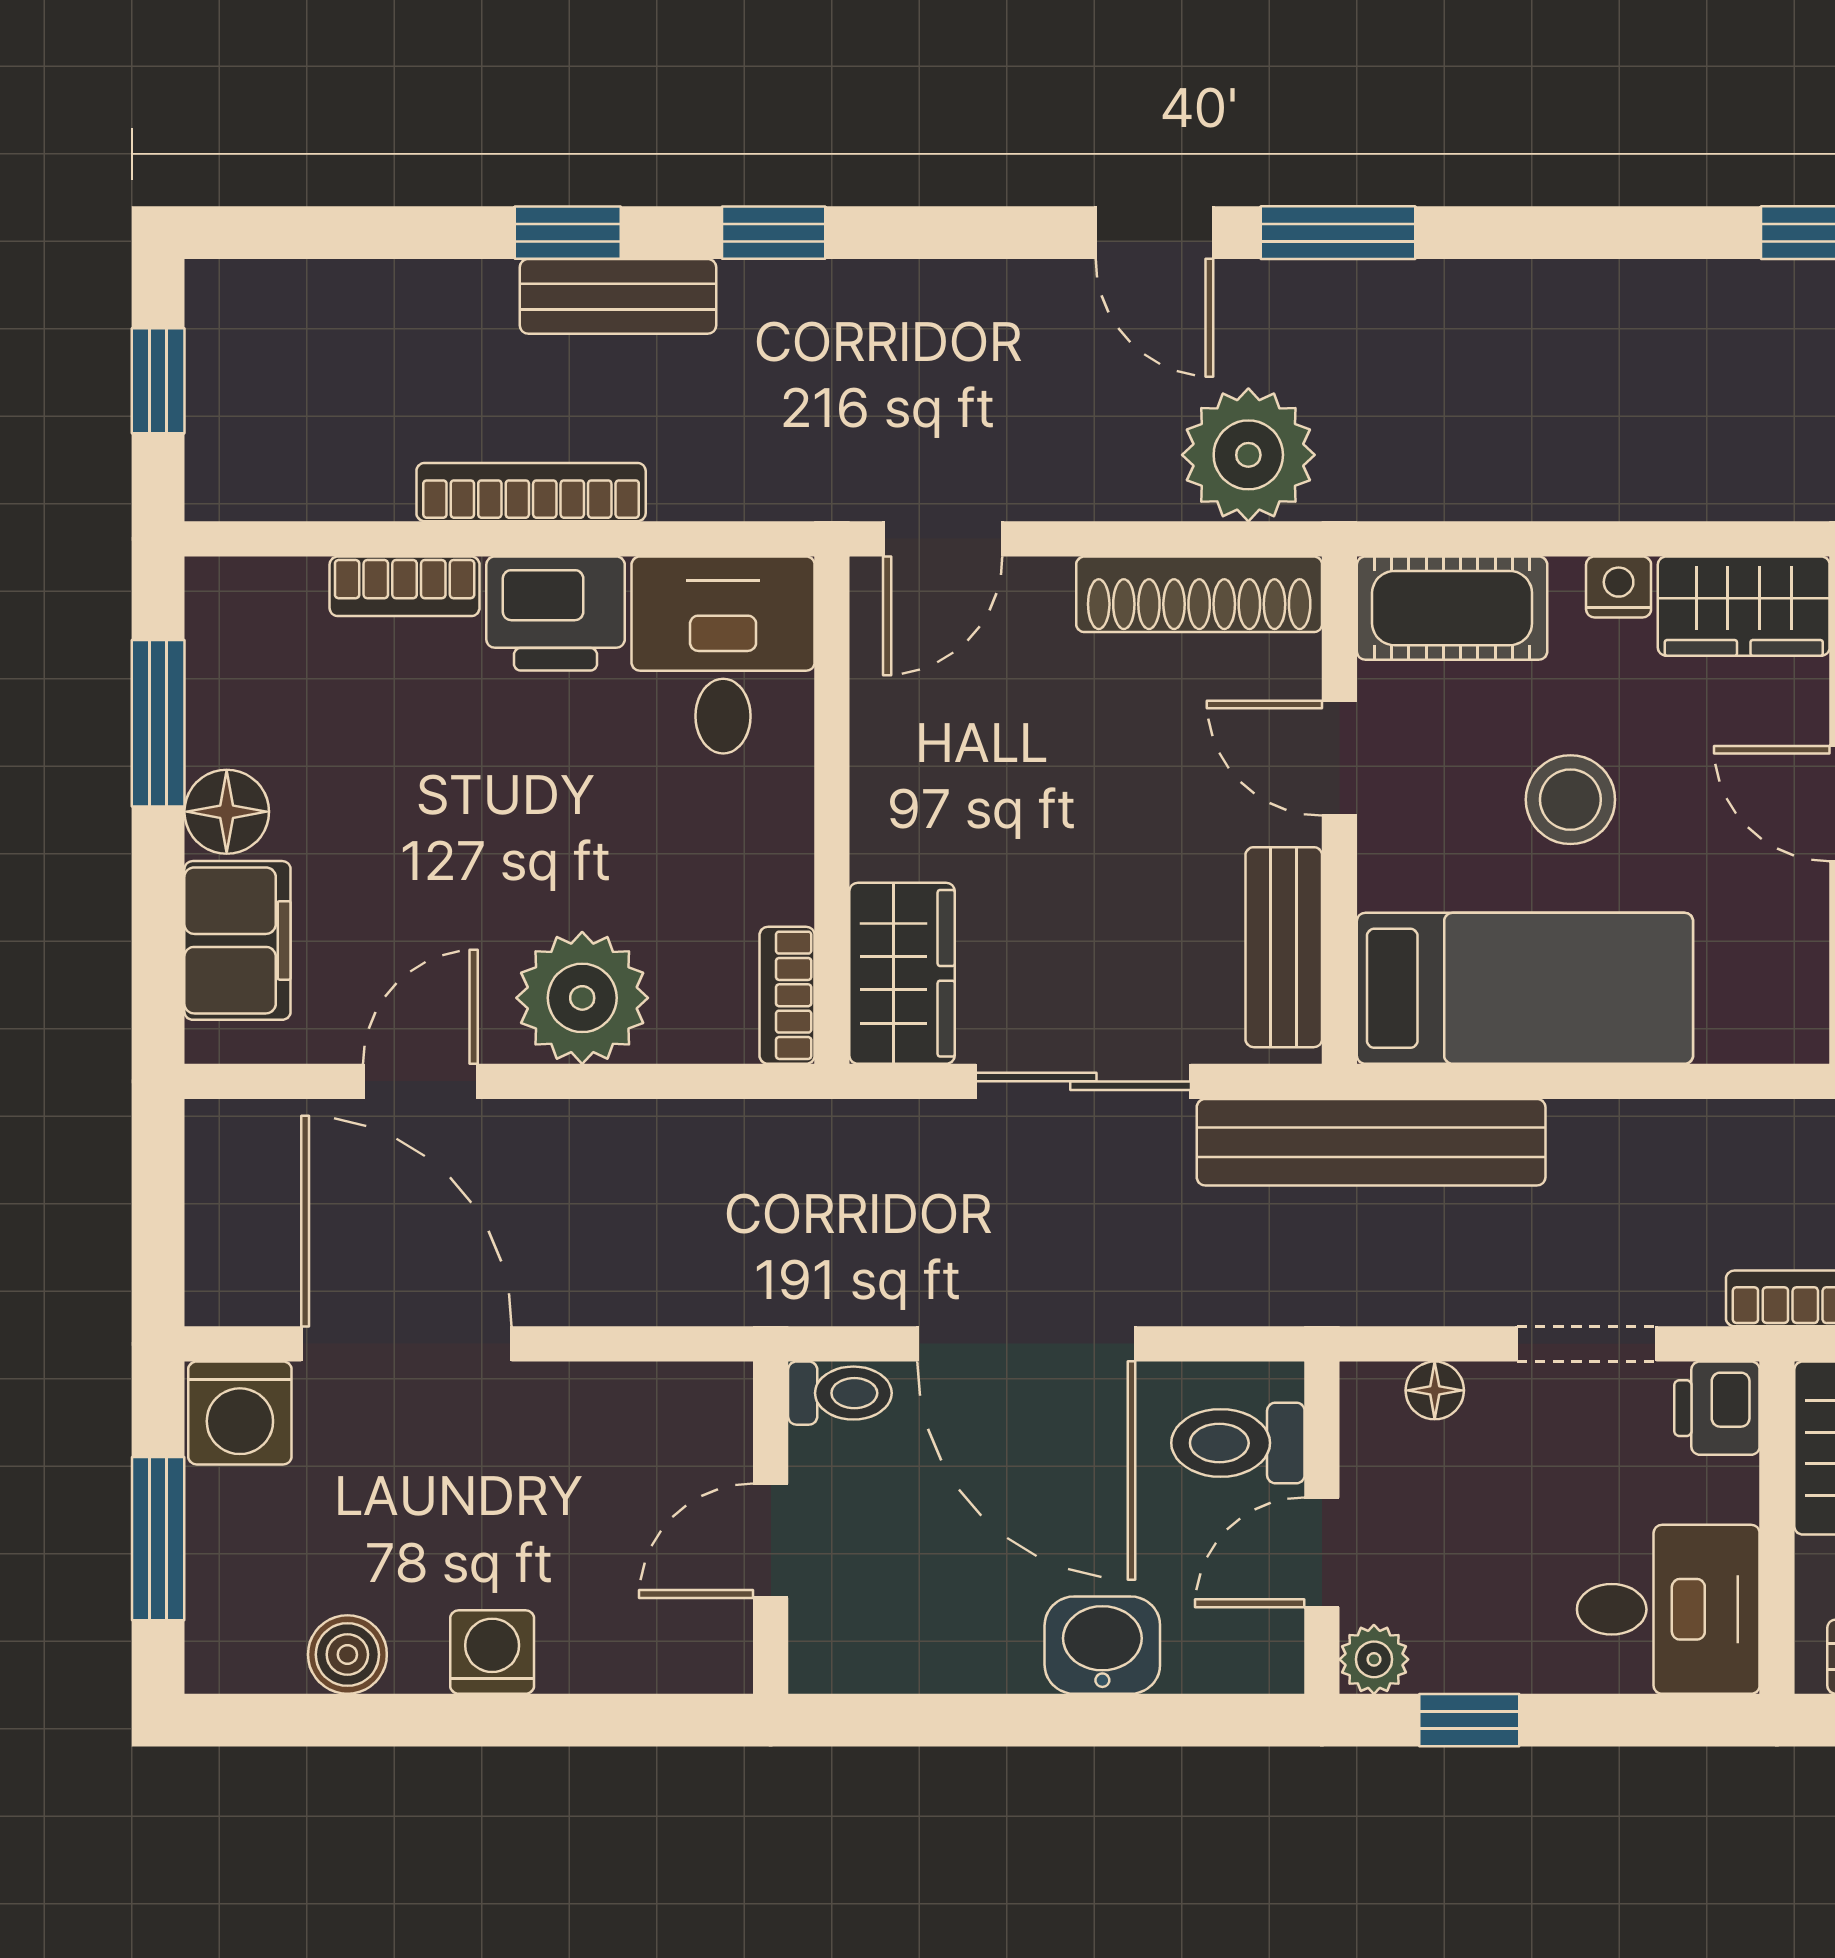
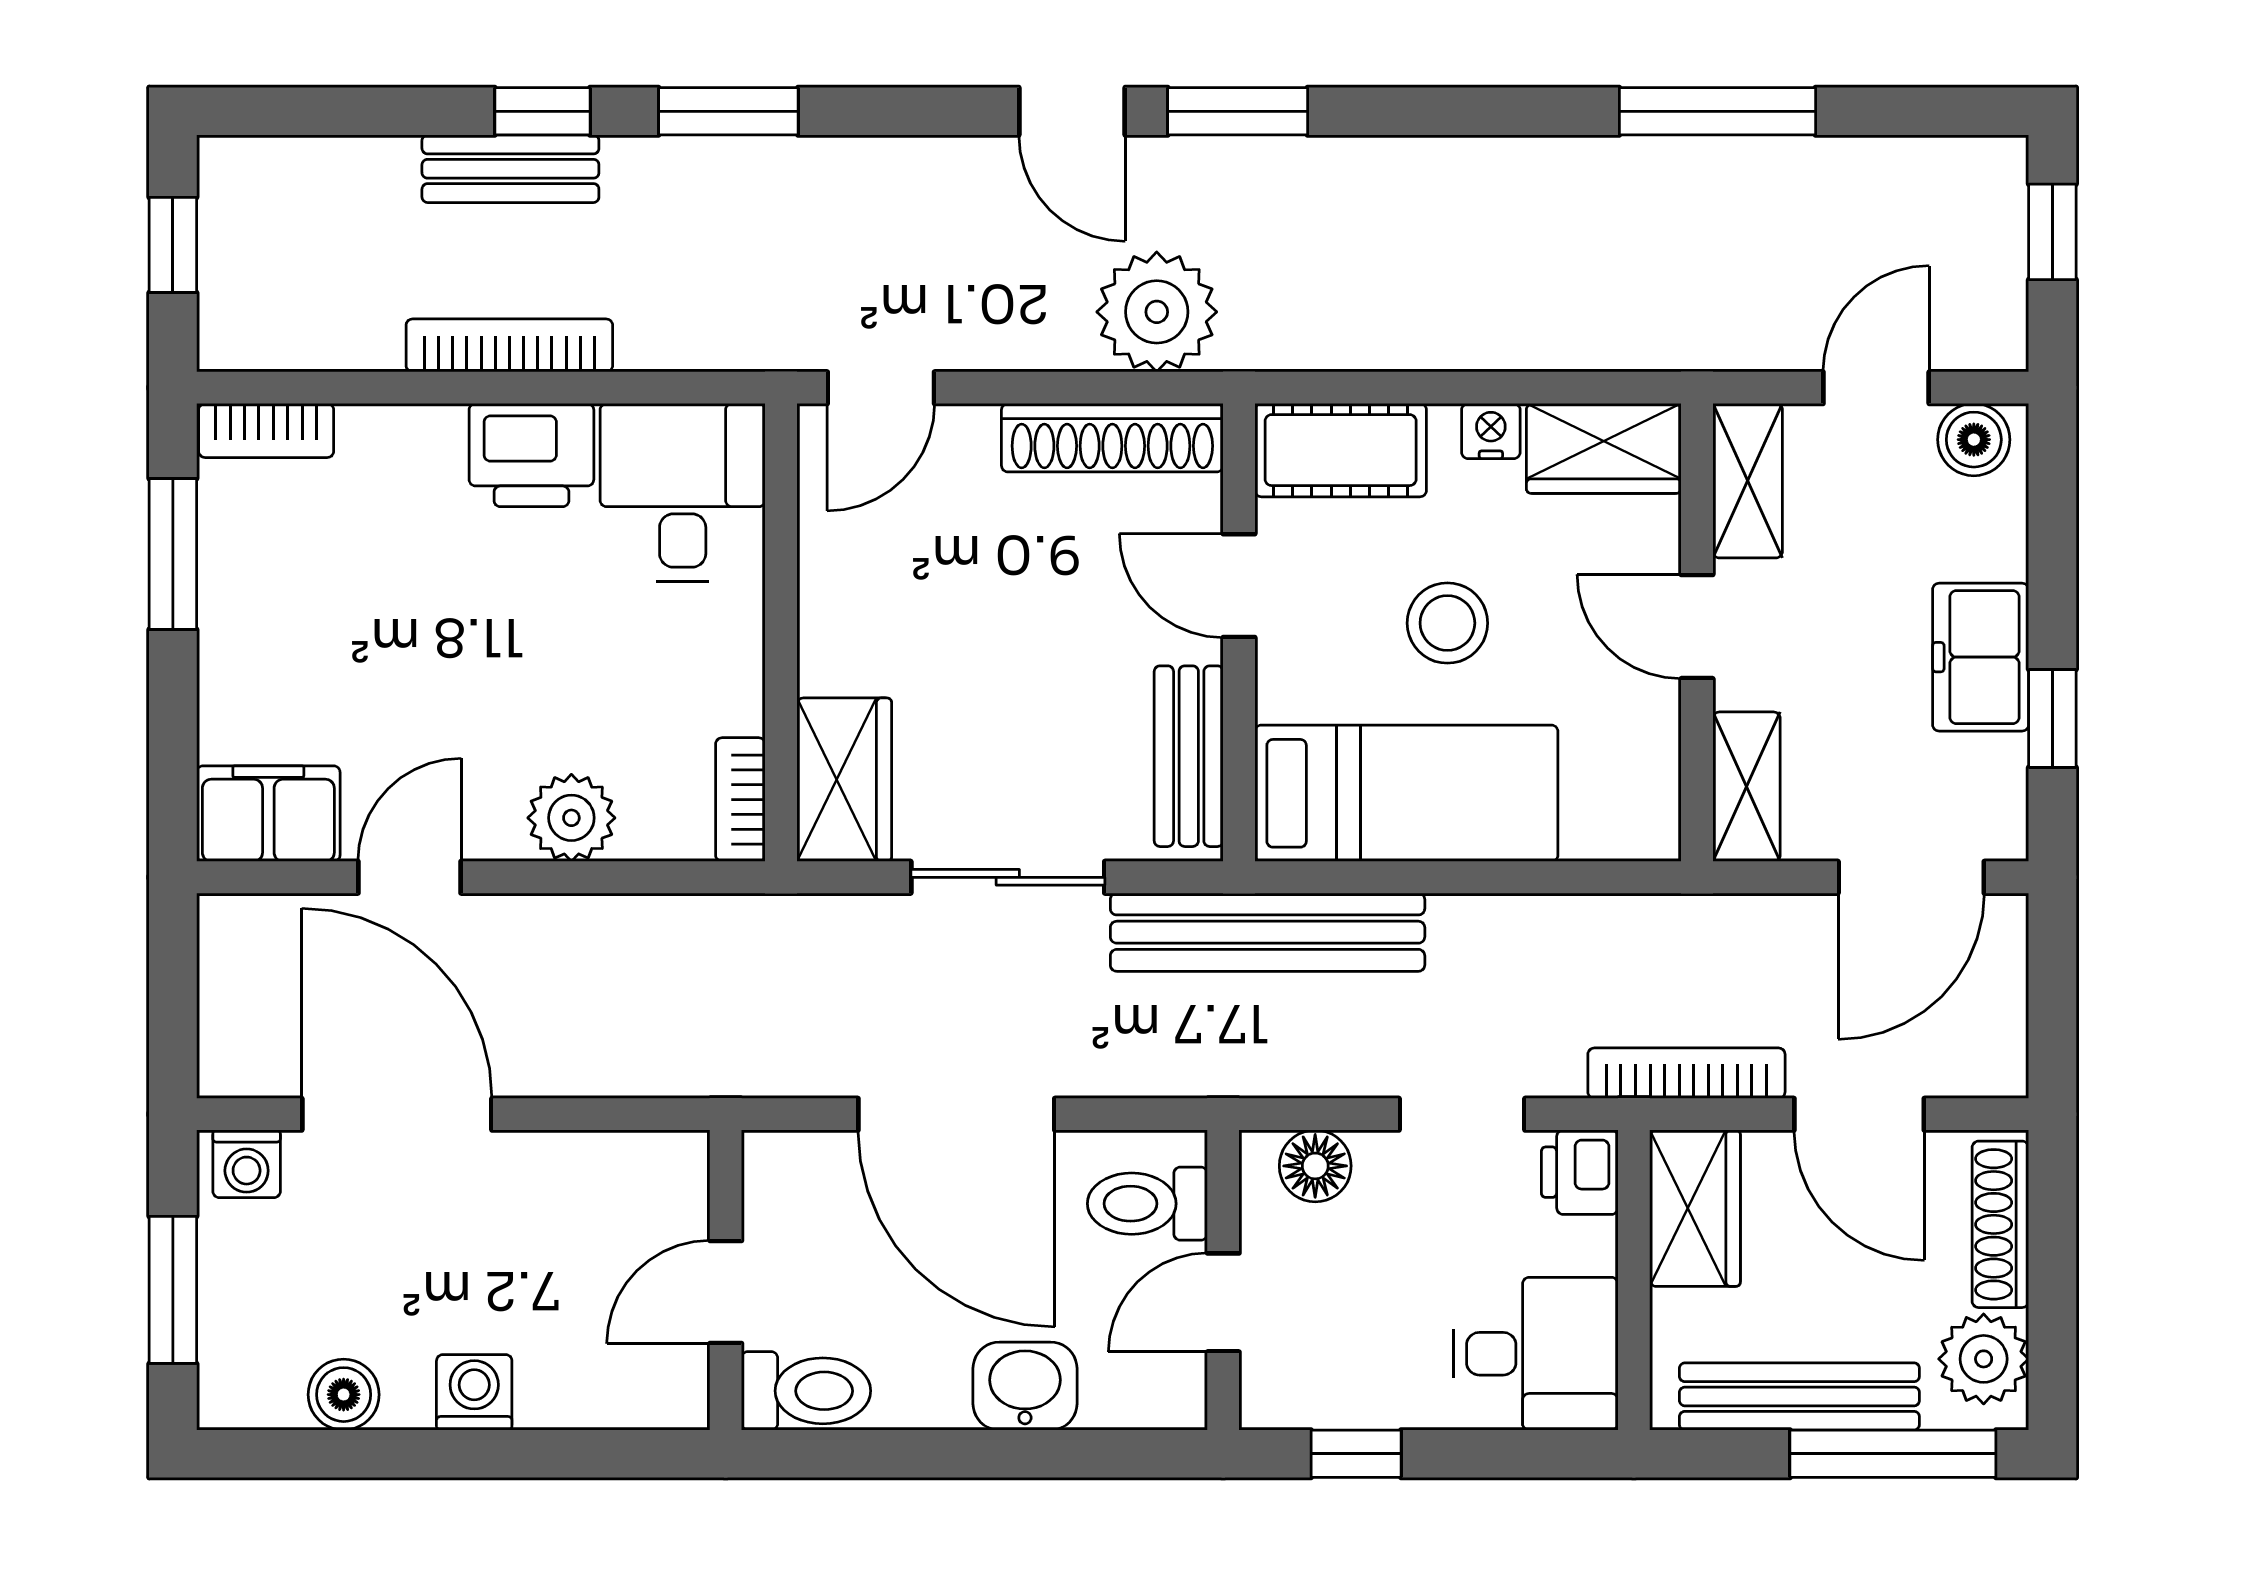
window: (774, 233) -> (728, 111), width x1.50
bench: (618, 296) -> (510, 169), moved
bookcase: (405, 586) -> (266, 430), moved
floor lamp: (227, 812) -> (235, 634), removed
filing cabinet: (237, 940) -> (268, 814), moved, turned -90
plant: (582, 998) -> (571, 818), width x0.73, depth x0.73
floor lamp: (1435, 1390) -> (1315, 1166), width x1.37, depth x1.37
toilet: (840, 1393) -> (806, 1391), moved, width x1.37, depth x1.39
washing machine: (240, 1413) -> (247, 1164), width x0.73, depth x0.73
plant: (1374, 1659) -> (1270, 1399), removed

